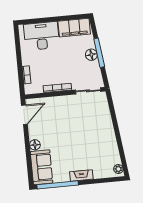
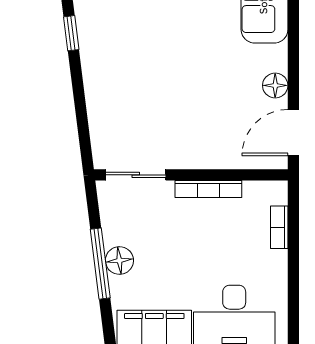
floor lamp: (35, 145) -> (275, 85), moved
window: (120, 147) -> (71, 33), added

